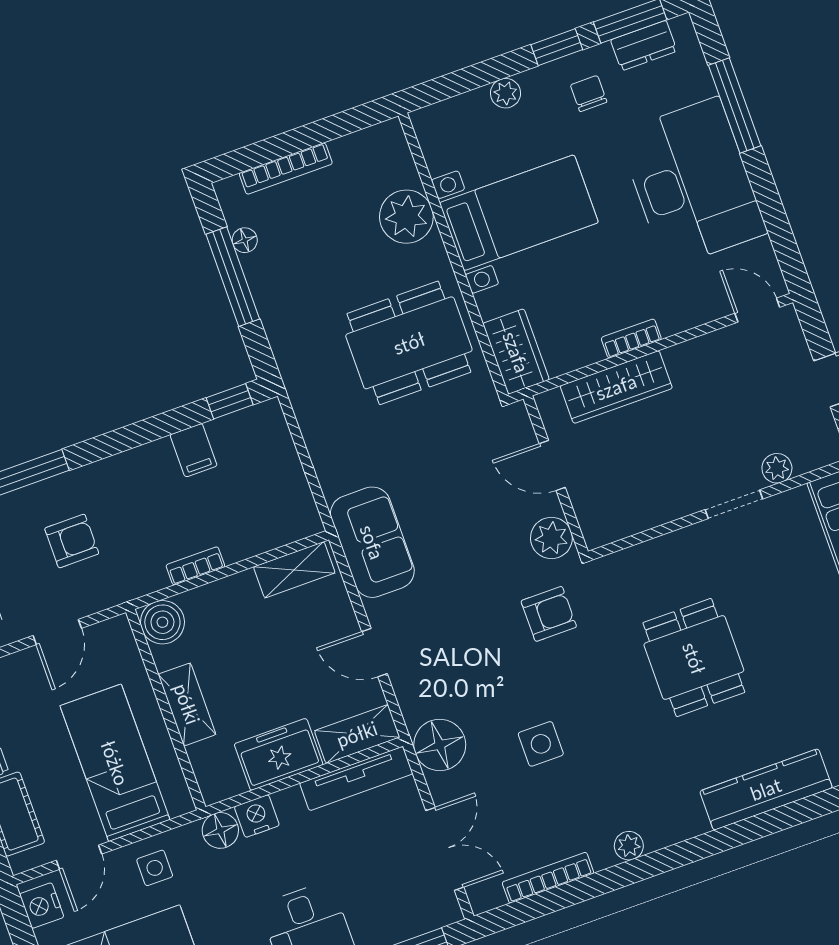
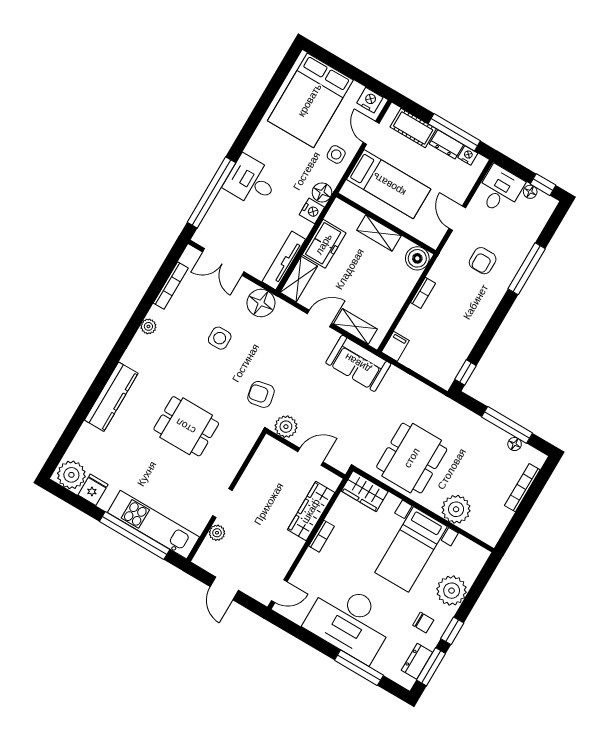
plant: (505, 93) -> (452, 591), width x1.88, depth x1.88
filing cabinet: (194, 450) -> (395, 346), moved, turned 90
shelving: (294, 570) -> (355, 326), moved, turned 90
armchair: (549, 614) -> (261, 394), turned 79

